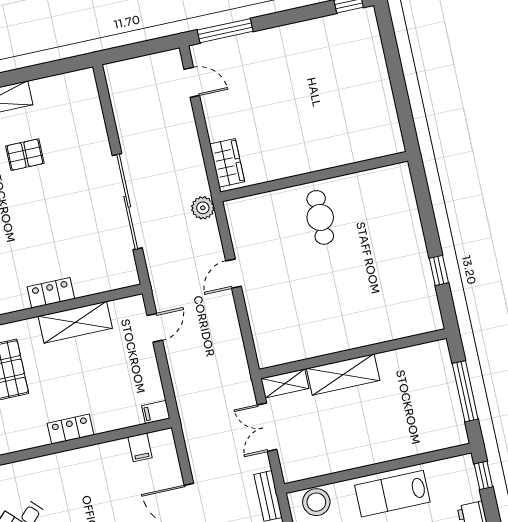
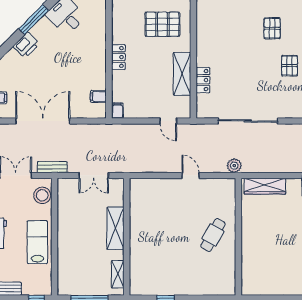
wardrobe: (227, 163) -> (265, 186), width x1.50
cafe table: (320, 217) -> (213, 235), turned -61
locker: (51, 293) -> (203, 80), moved
shelving: (285, 383) -> (118, 274), moved
double door: (267, 427) -> (94, 175), swing flipped

